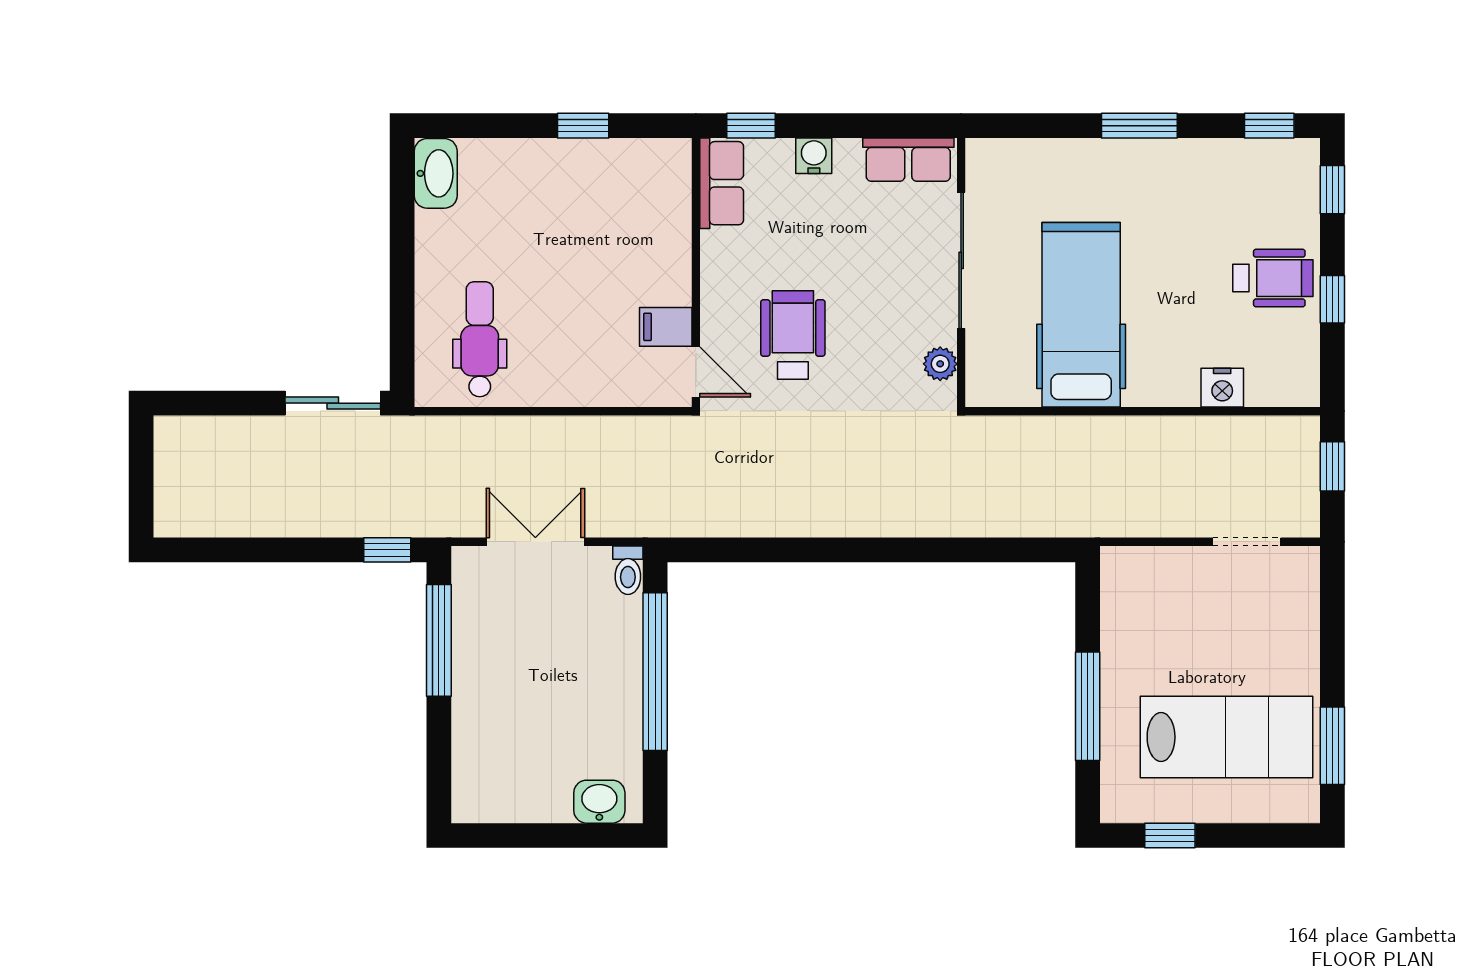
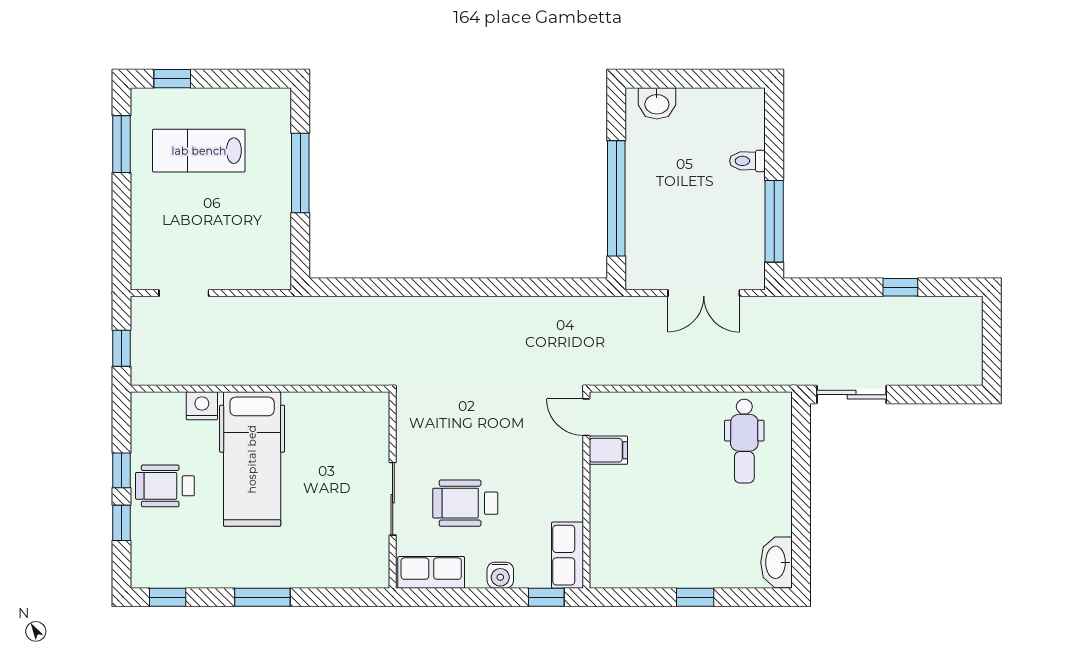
window: (583, 126) -> (695, 597), moved
window: (1332, 190) -> (121, 523), moved
sliding door: (961, 260) -> (393, 499), width x0.73
hospital bed: (1081, 315) -> (252, 459), moved
wheelchair: (793, 335) -> (465, 503), moved, turned 90
plant: (940, 364) -> (408, 423), removed
window: (387, 550) -> (900, 287), moved
toilet: (628, 570) -> (747, 161), moved, turned -90
lab bench: (1226, 737) -> (199, 151), width x0.73, depth x0.72
window: (1170, 835) -> (172, 79), moved

